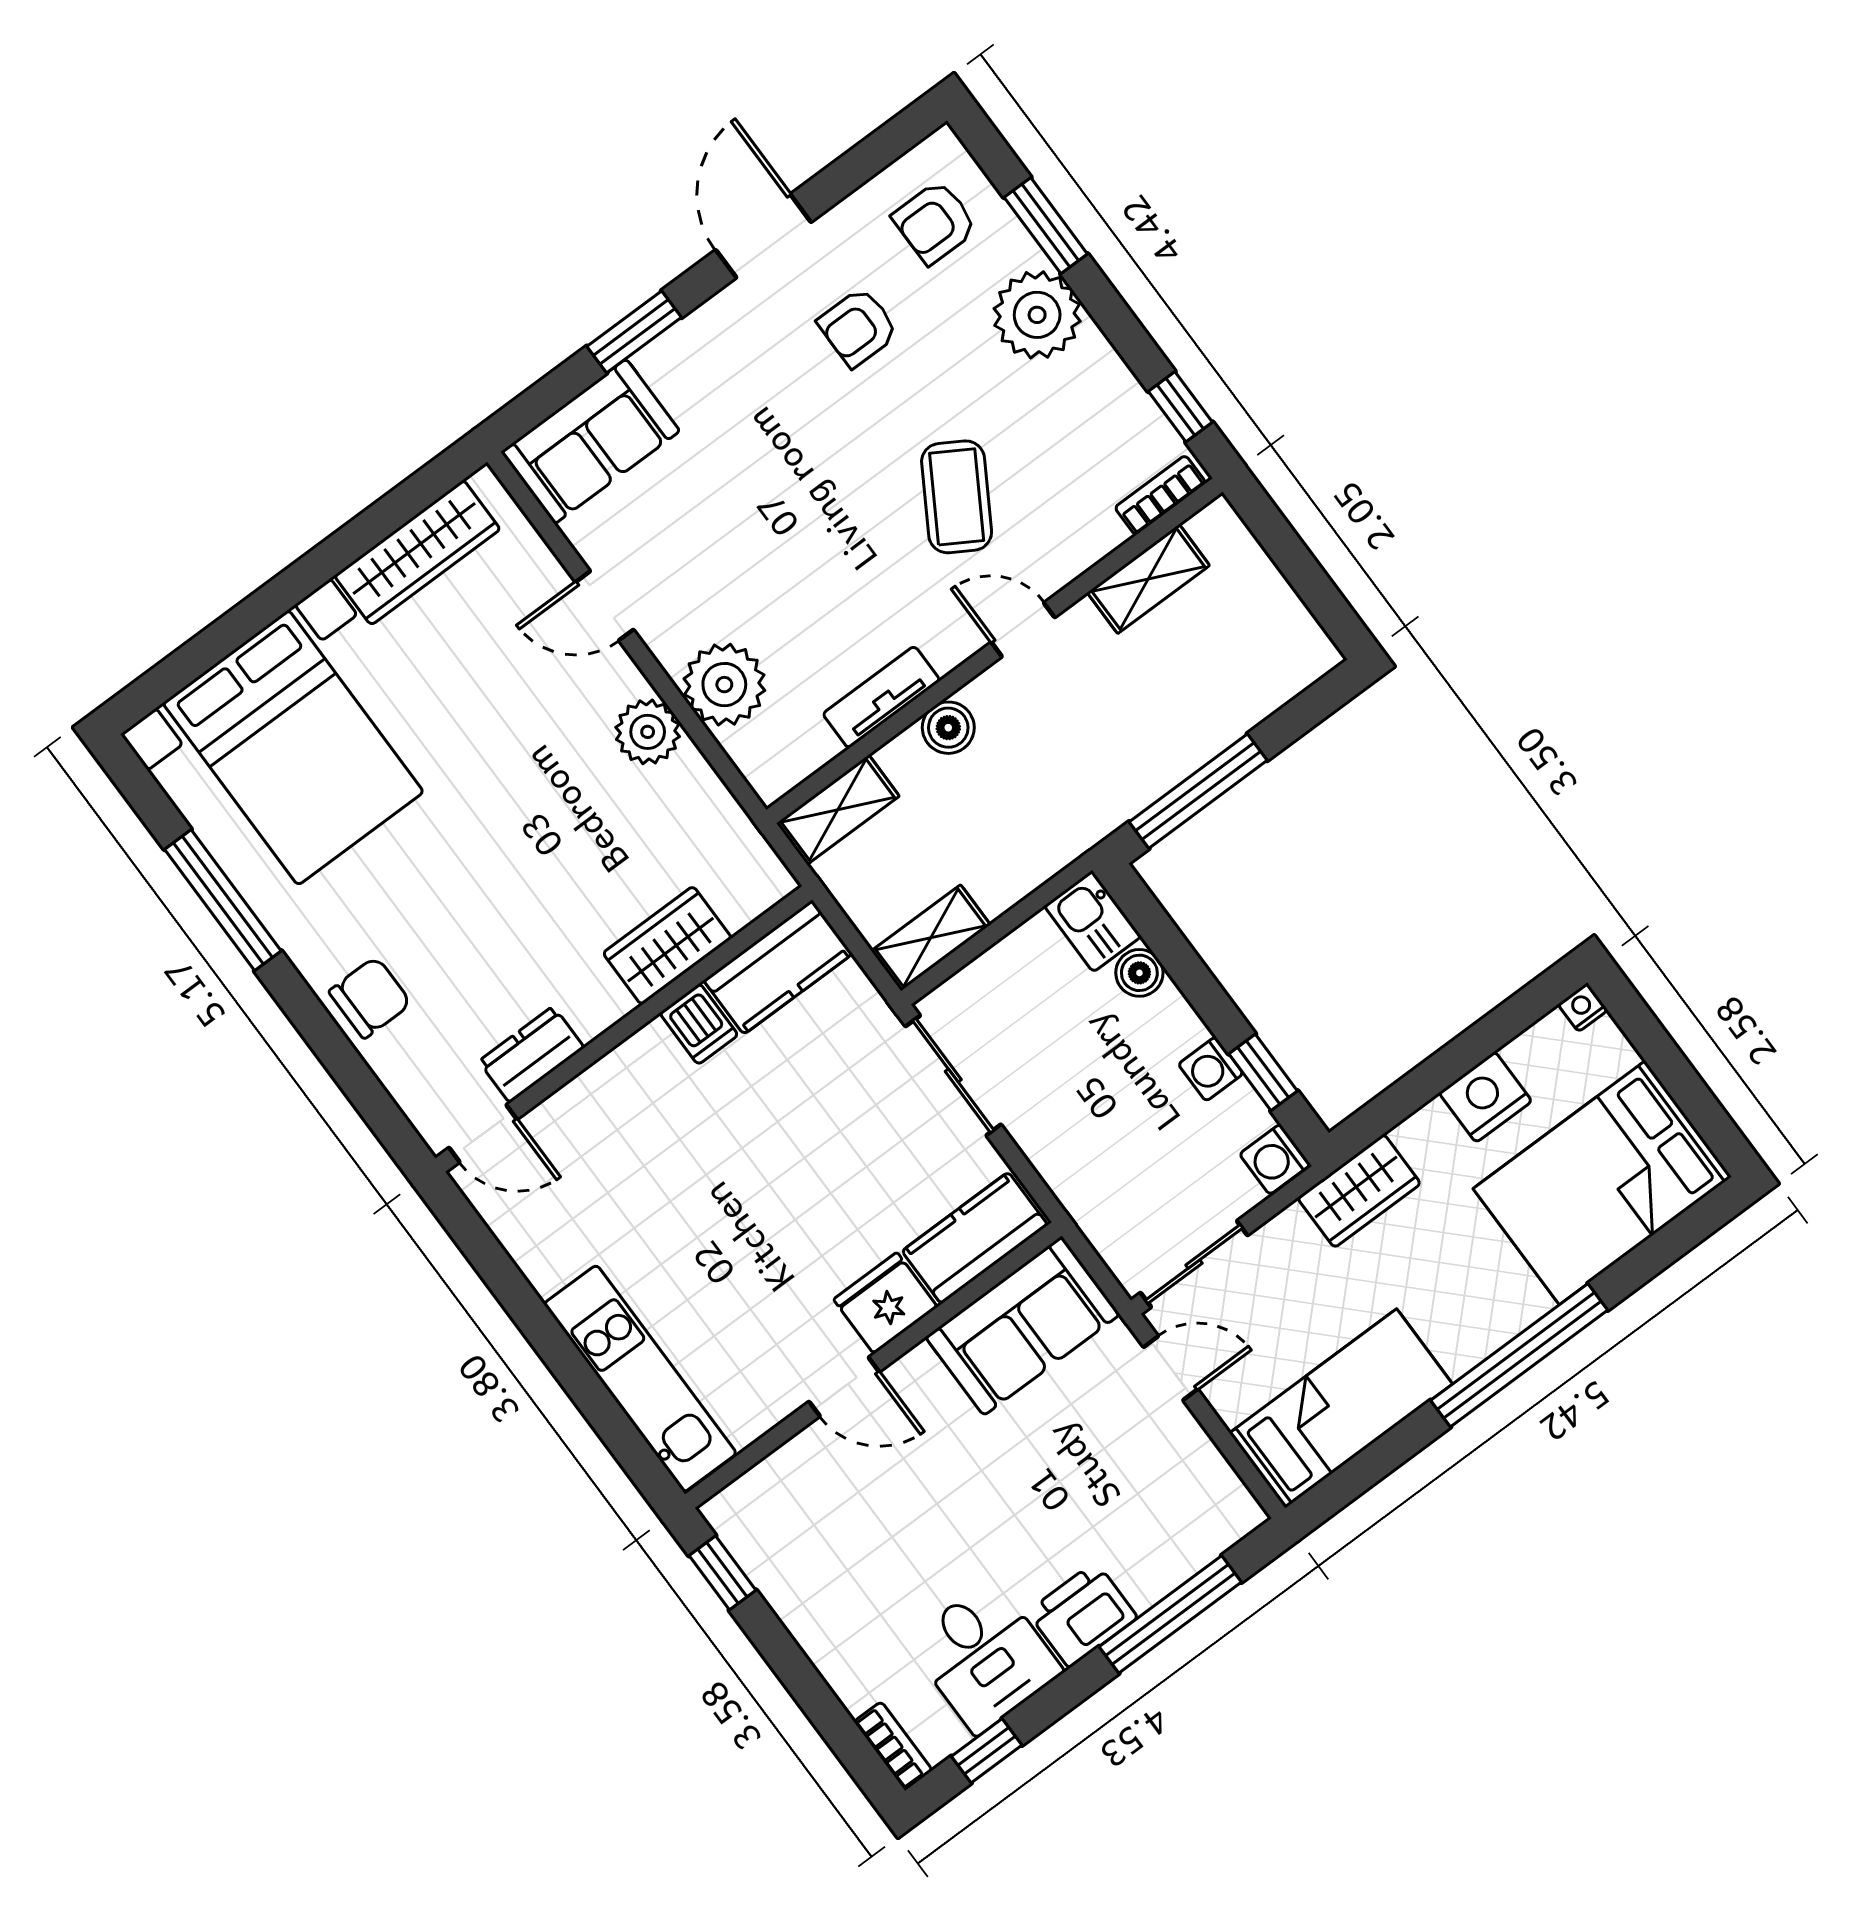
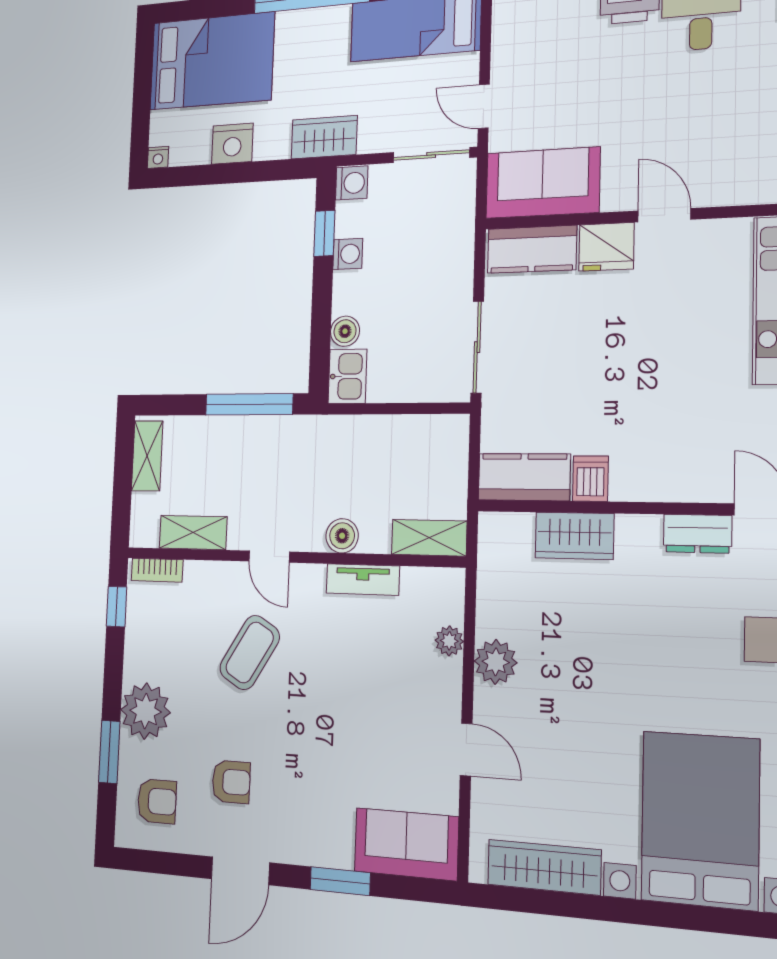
plant: (724, 685) -> (449, 641), width x0.53, depth x0.53
shelving: (931, 938) -> (147, 456), moved, turned 90

